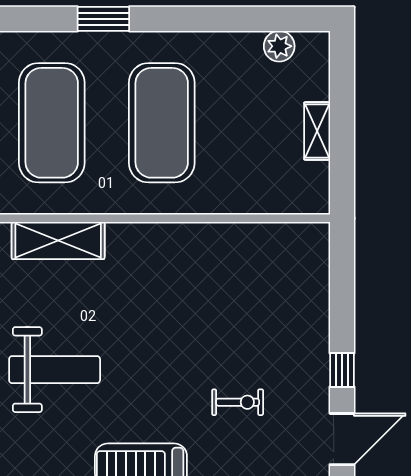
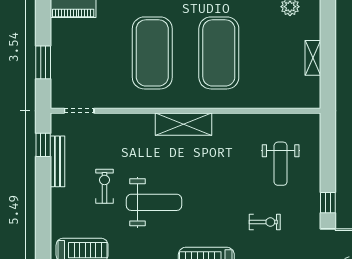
shelving: (58, 240) -> (183, 124), moved
weight bench: (264, 306) -> (281, 164), added

